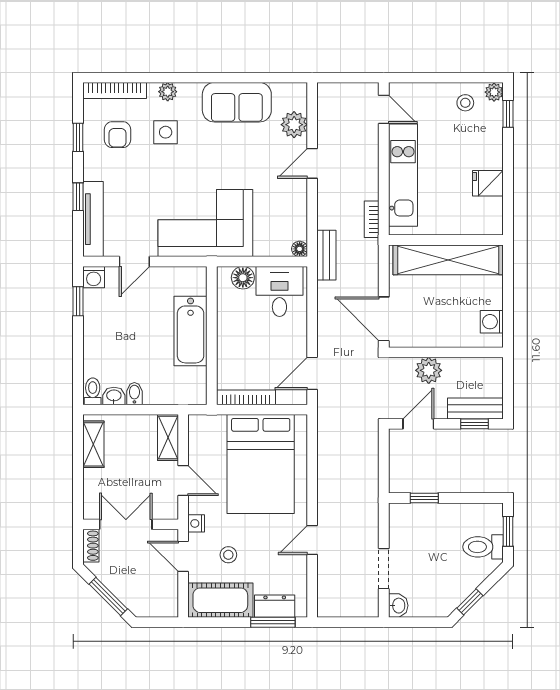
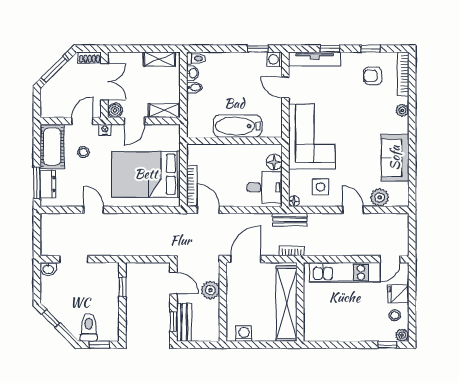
side table: (166, 132) -> (321, 187), moved
fridge: (488, 183) -> (398, 294), moved, turned -90
bookcase: (372, 219) -> (292, 251), moved
bookcase: (246, 397) -> (192, 185), moved
boiler: (168, 509) -> (115, 110), added

